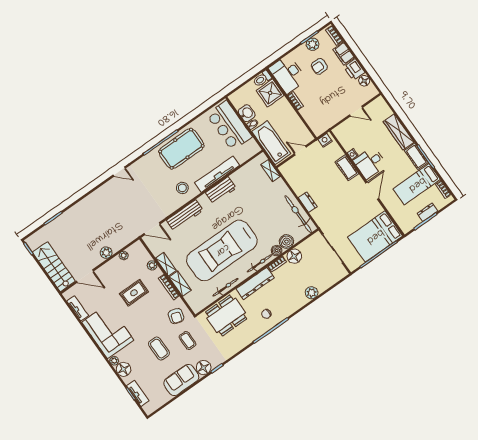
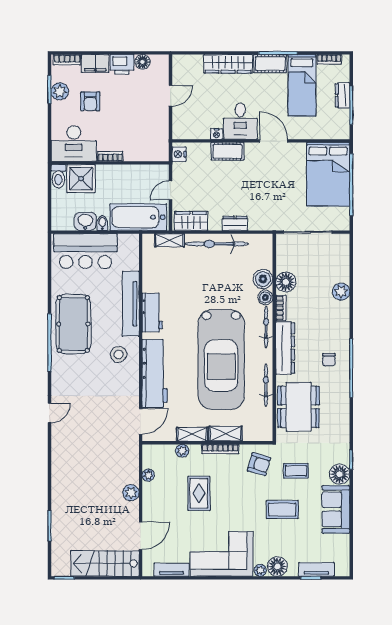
wardrobe: (291, 175) -> (191, 221), added
bicycle: (298, 214) -> (217, 244), moved
workbench: (185, 215) -> (155, 374), width x1.36, depth x1.32

